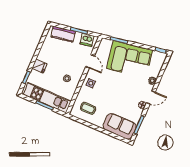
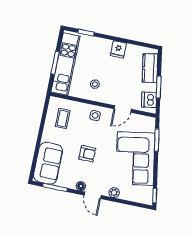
fridge: (39, 66) -> (118, 49), moved
armchair: (118, 95) -> (87, 154), added

